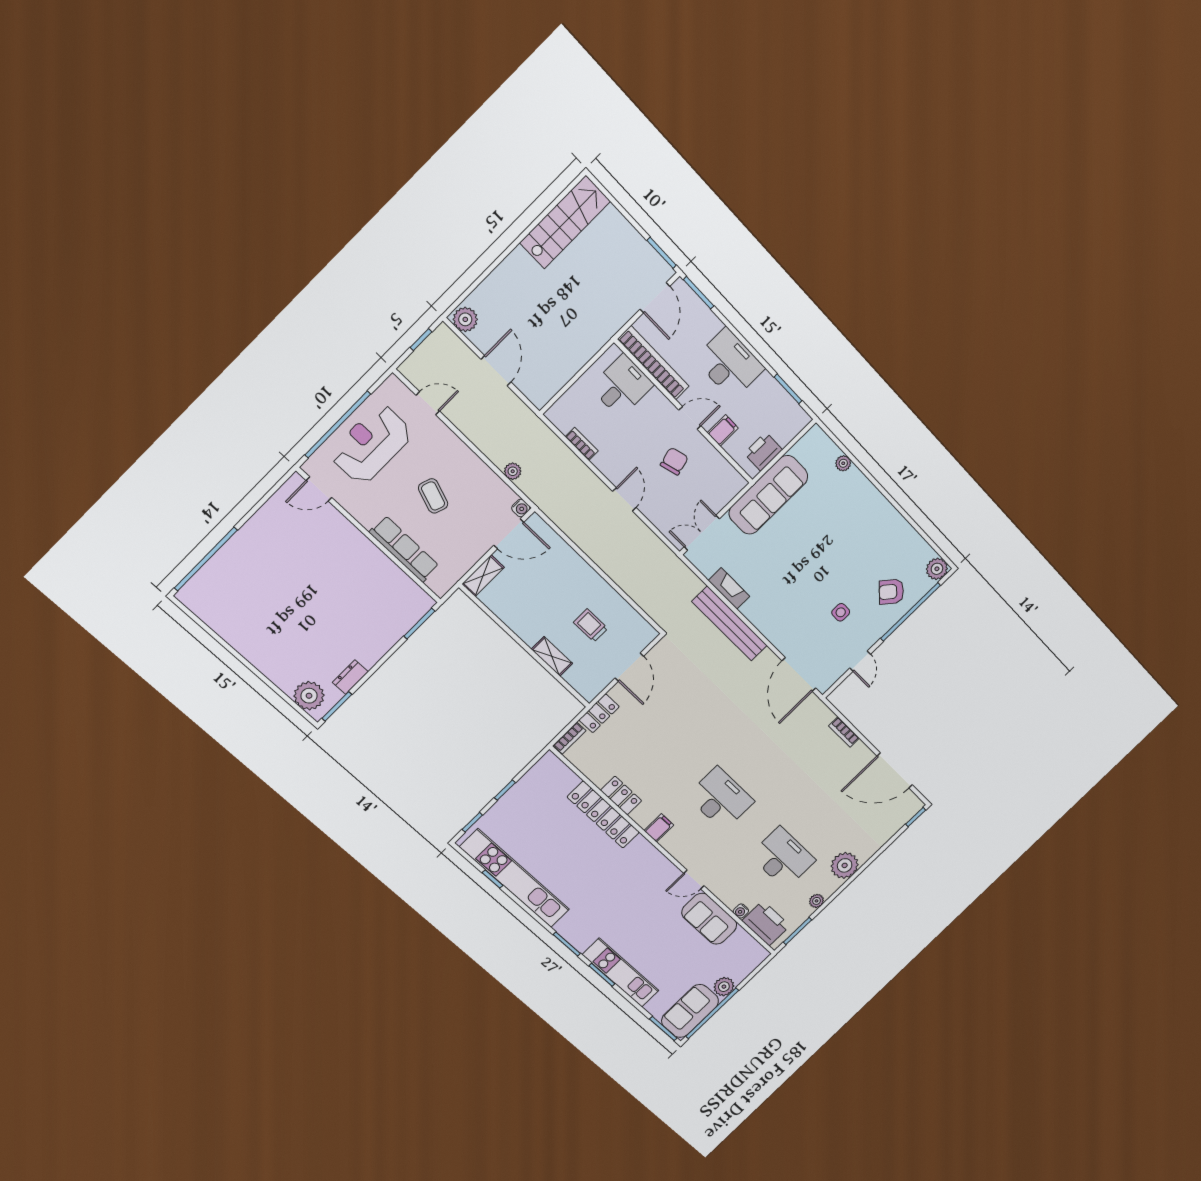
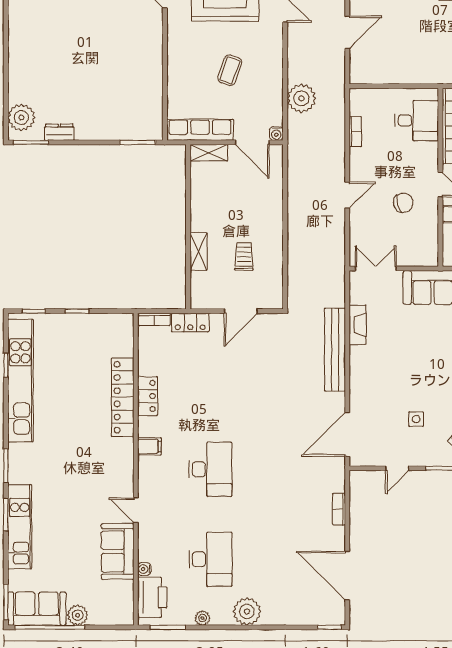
plant: (513, 471) -> (301, 98), width x1.88, depth x1.88
row of seats: (404, 549) -> (200, 130), moved, turned -90

